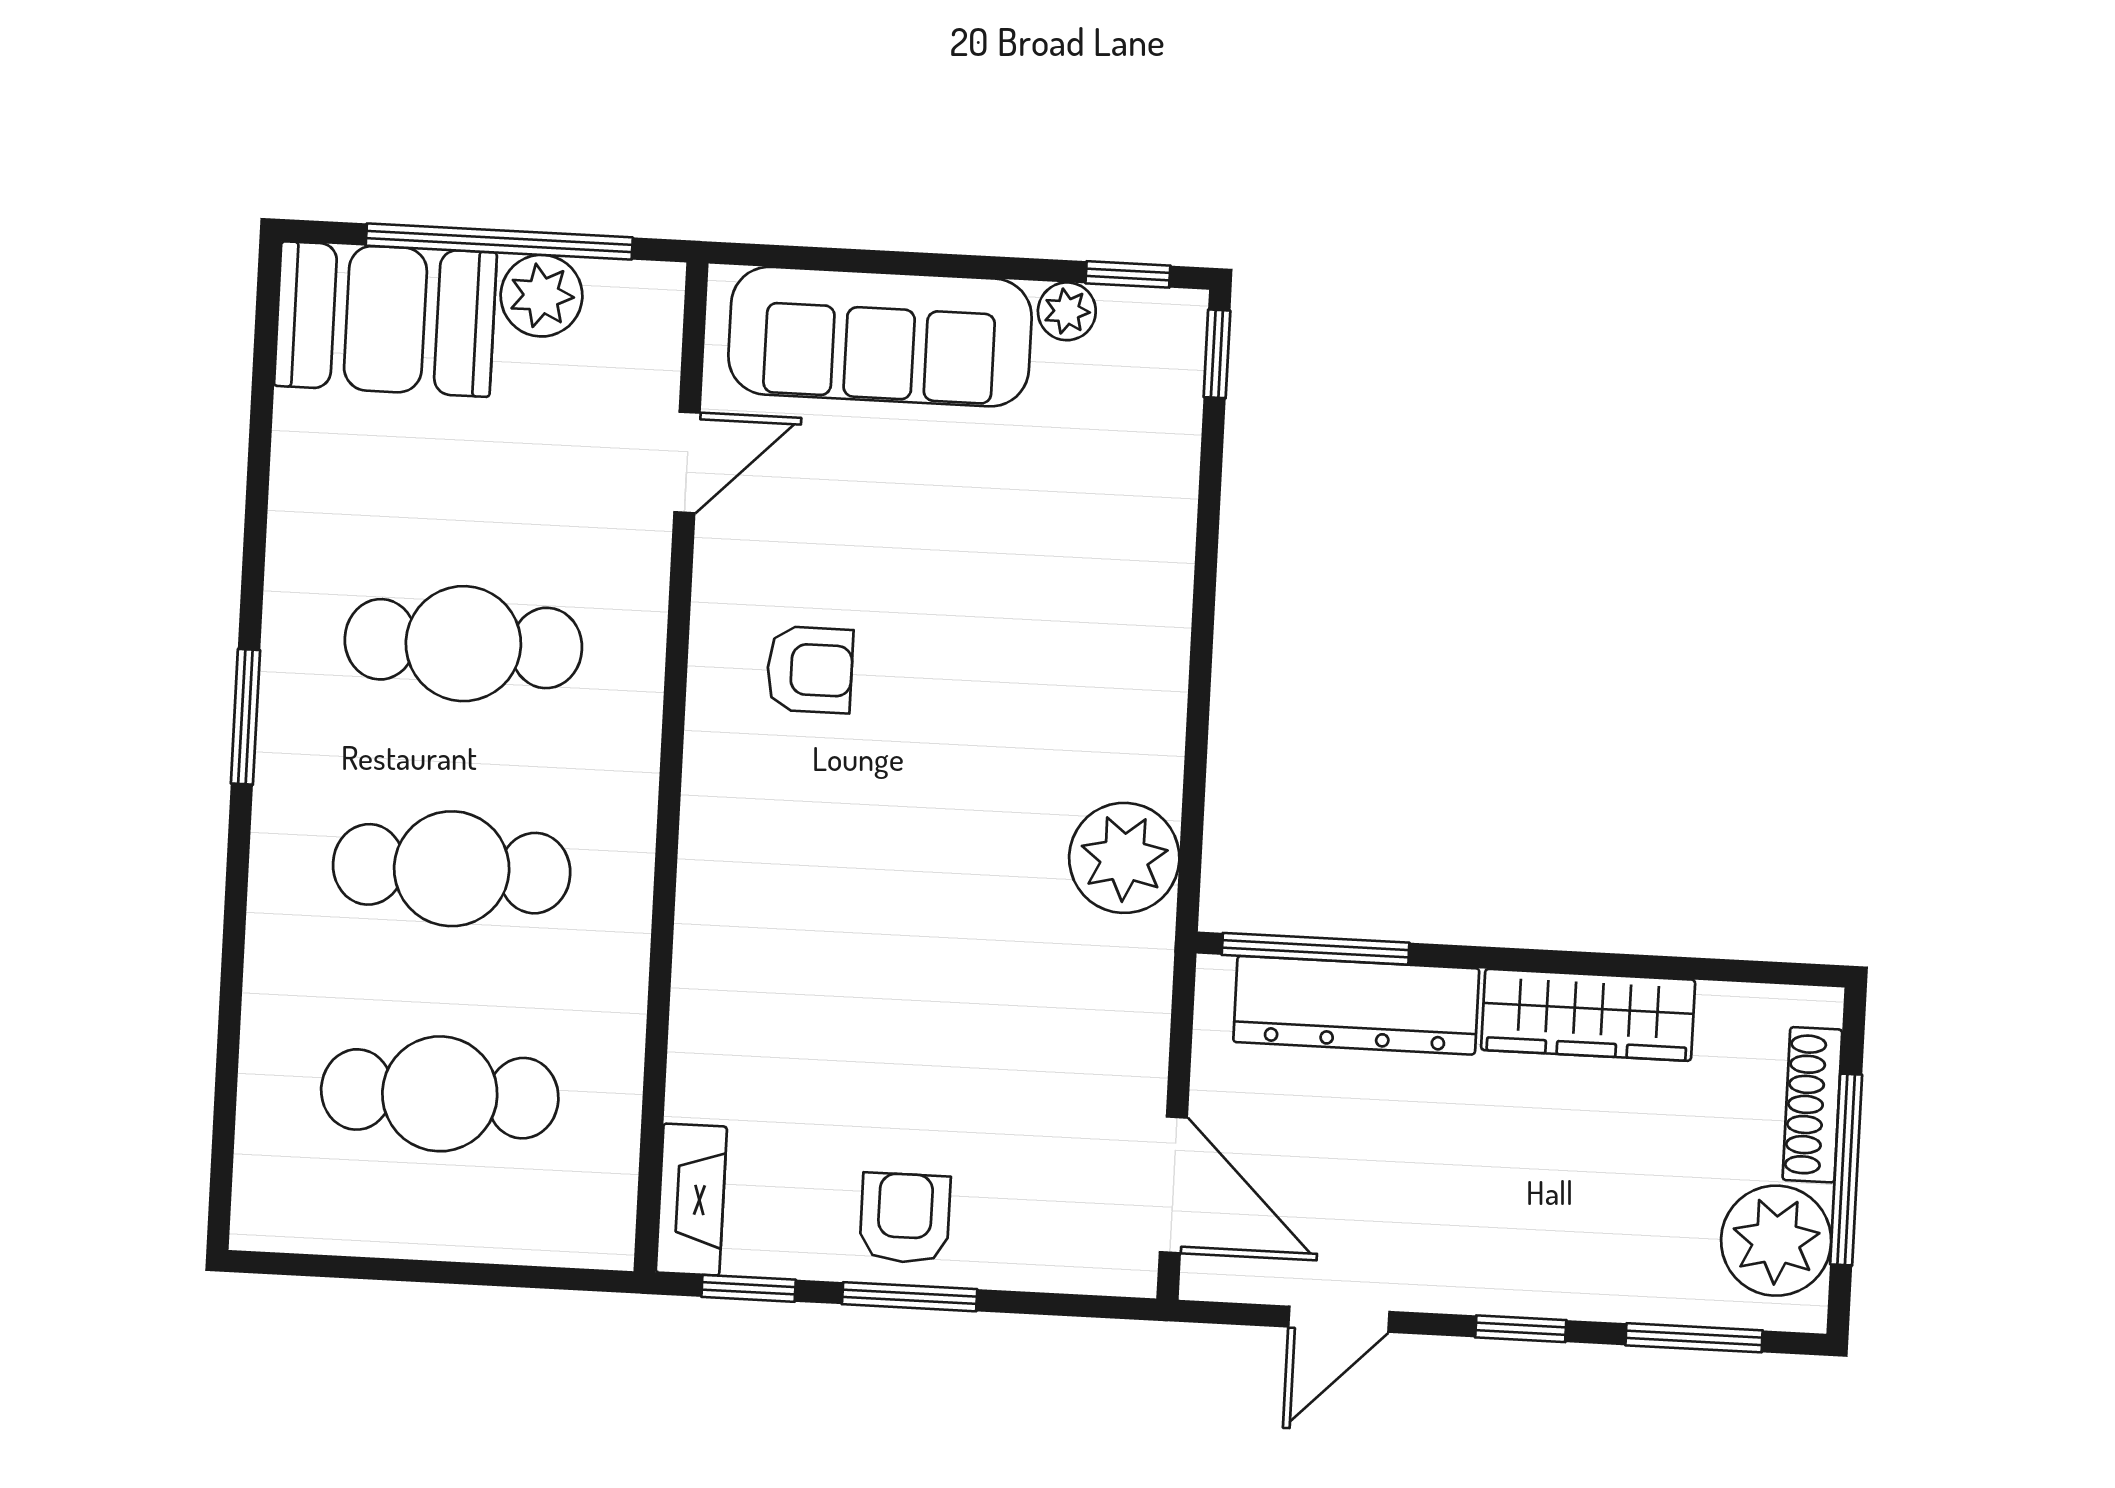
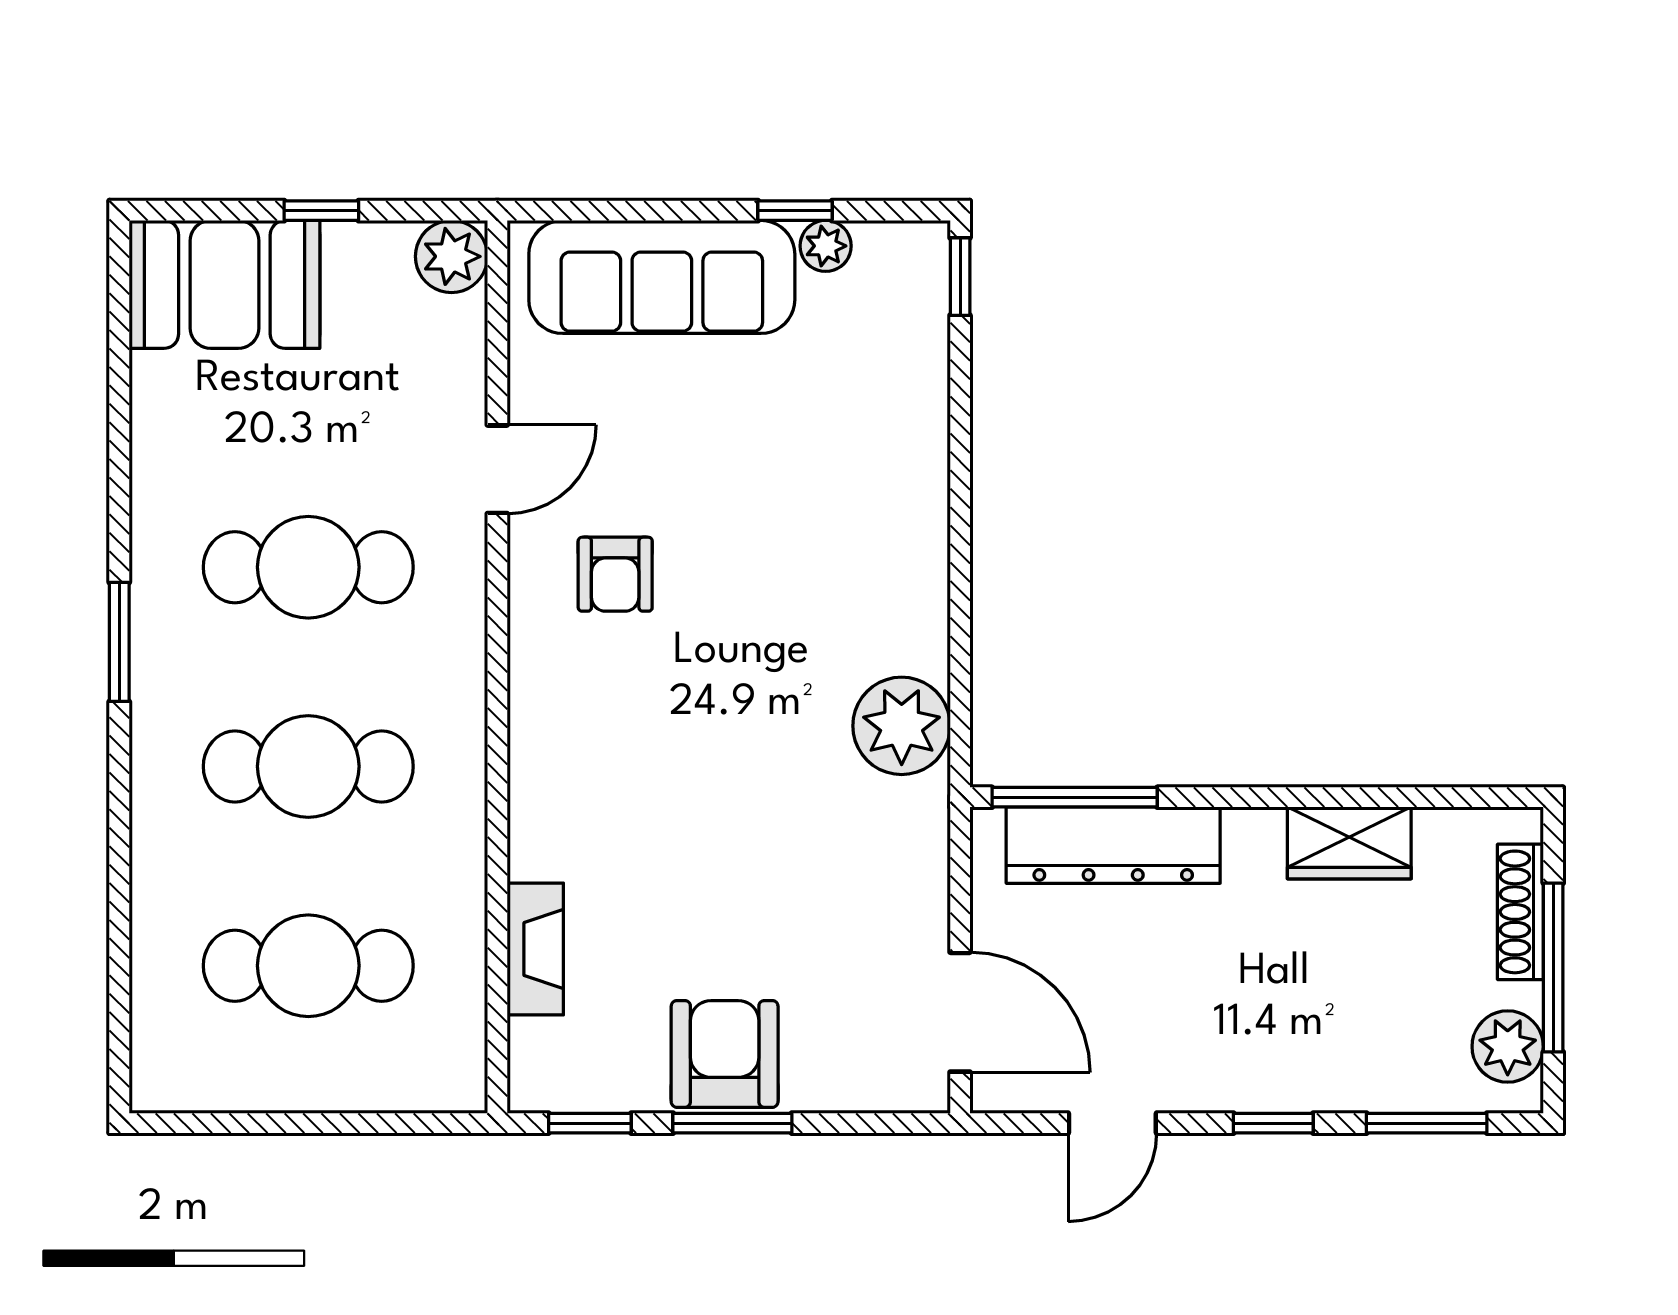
window: (499, 242) -> (321, 211), width x0.32
window: (1128, 274) -> (795, 211), moved
plant: (542, 296) -> (451, 256), moved
door: (687, 462) -> (497, 469), moved
armchair: (810, 670) -> (615, 574), turned 90
wardrobe: (1588, 1015) -> (1349, 843), width x0.67
fireplace: (691, 1200) -> (535, 949), moved
armchair: (905, 1218) -> (725, 1054), width x1.38, depth x1.38
plant: (1776, 1241) -> (1508, 1047), width x0.73, depth x0.73

